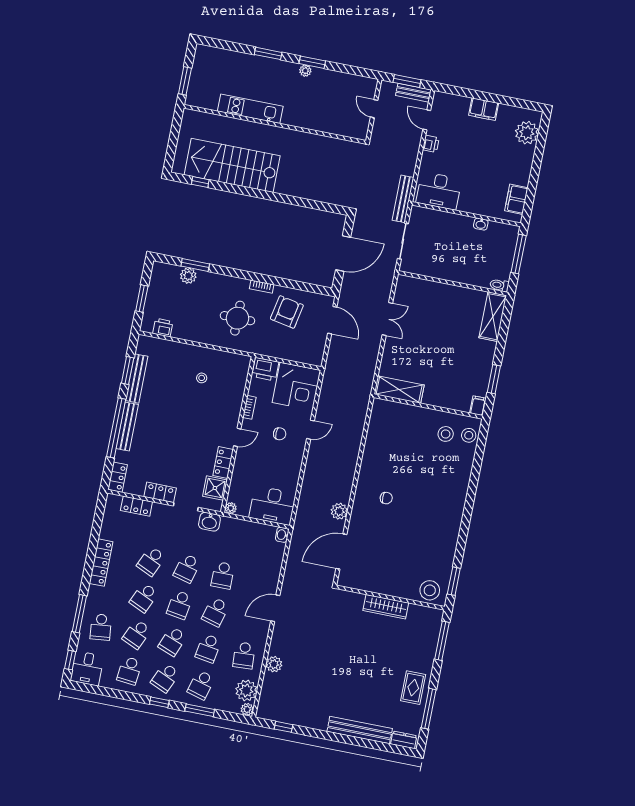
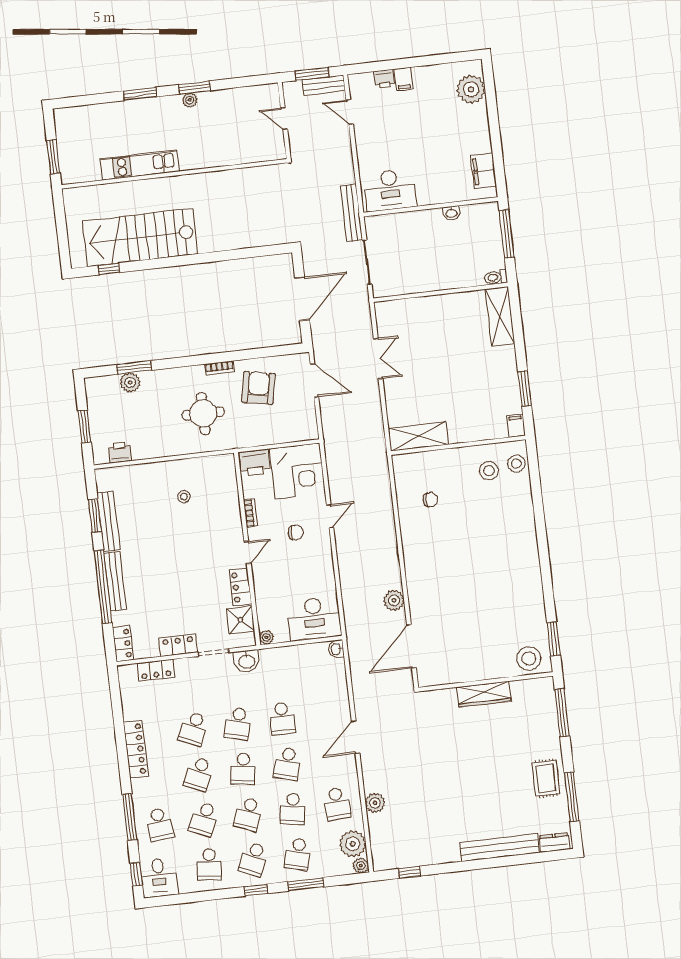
filing cabinet: (484, 109) -> (404, 79), width x0.50
printer: (431, 144) -> (384, 79), moved, turned 90
chair: (386, 498) -> (430, 500), moved

